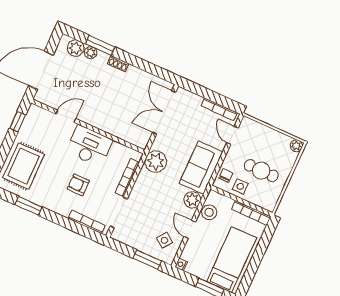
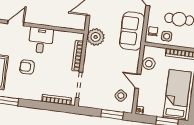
desk: (89, 146) -> (41, 40), width x0.73
armchair: (78, 185) -> (27, 67), moved
plant: (192, 200) -> (133, 58), removed

